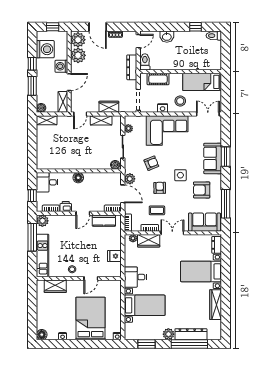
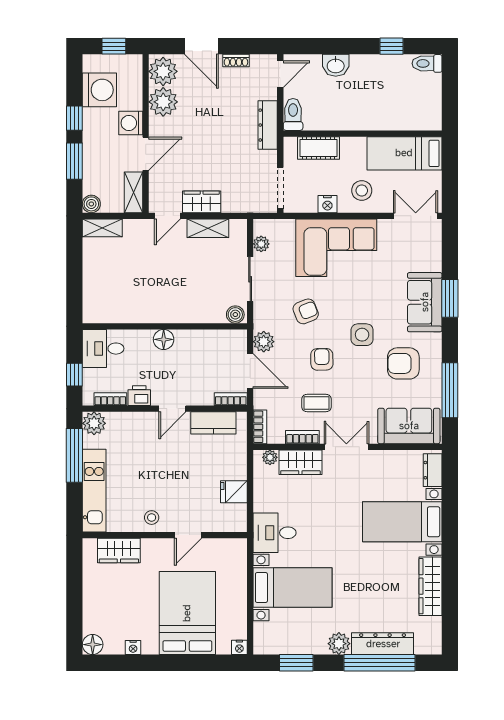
wardrobe: (109, 107) -> (202, 202), moved

